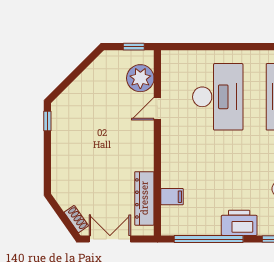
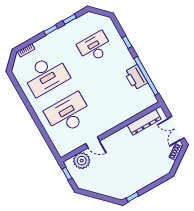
filing cabinet: (172, 197) -> (135, 108), removed
printer: (239, 223) -> (136, 77), moved

